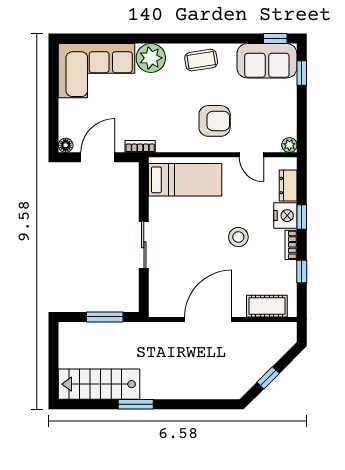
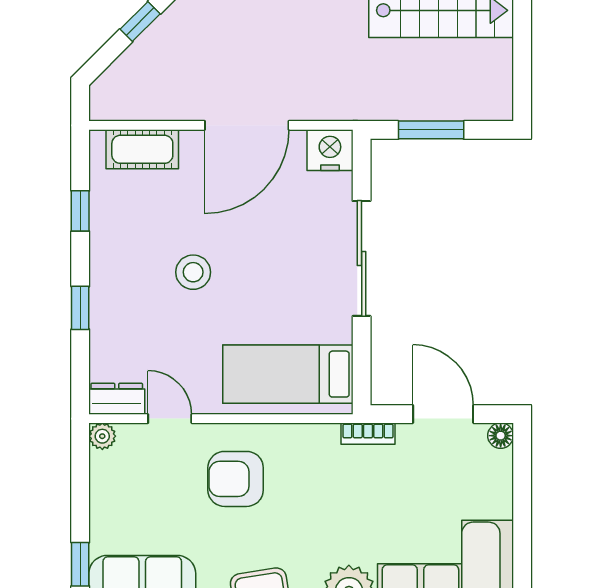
door: (98, 157) -> (443, 414), swing flipped
dresser: (288, 186) -> (117, 399), moved, turned -90
nightstand: (285, 216) -> (330, 150), moved, turned 90
sliding door: (144, 245) -> (362, 258), width x1.37
bookcase: (291, 245) -> (100, 258), removed

